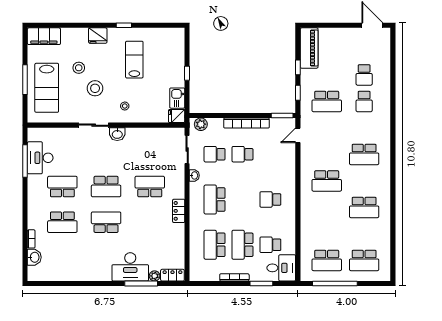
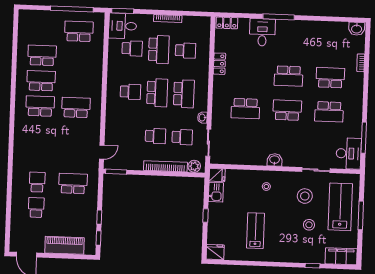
window: (124, 25) -> (312, 266), moved
fridge: (98, 36) -> (215, 252), moved
piano: (309, 48) -> (64, 245), moved, turned 90
lab bench: (134, 60) -> (255, 231), turned 180
stool: (95, 88) -> (305, 196), moved
window: (298, 93) -> (98, 238), moved
bookcase: (246, 123) -> (165, 166), moved
sliding door: (94, 125) -> (316, 170), moved
school desk: (364, 154) -> (40, 106), moved
desk: (40, 158) -> (349, 153), moved
school desk: (242, 199) -> (157, 93), added
locker: (179, 211) -> (219, 64), moved
school desk: (215, 245) -> (185, 50), width x0.54
washbasin: (34, 257) -> (357, 29), moved, turned -90
school desk: (364, 260) -> (42, 55), moved
desk: (130, 267) -> (262, 32), width x0.73
plant: (155, 276) -> (244, 23), removed
window: (141, 284) -> (279, 17), moved
window: (261, 284) -> (123, 11), moved

